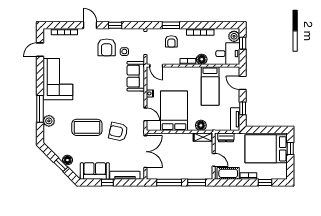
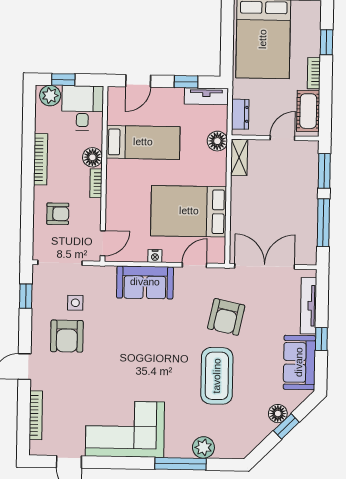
window: (115, 25) -> (26, 296), moved
window: (171, 25) -> (27, 214), removed
armchair: (107, 47) -> (67, 336), turned 90
sofa: (136, 76) -> (145, 282), moved
floor lamp: (201, 125) -> (217, 141), moved

